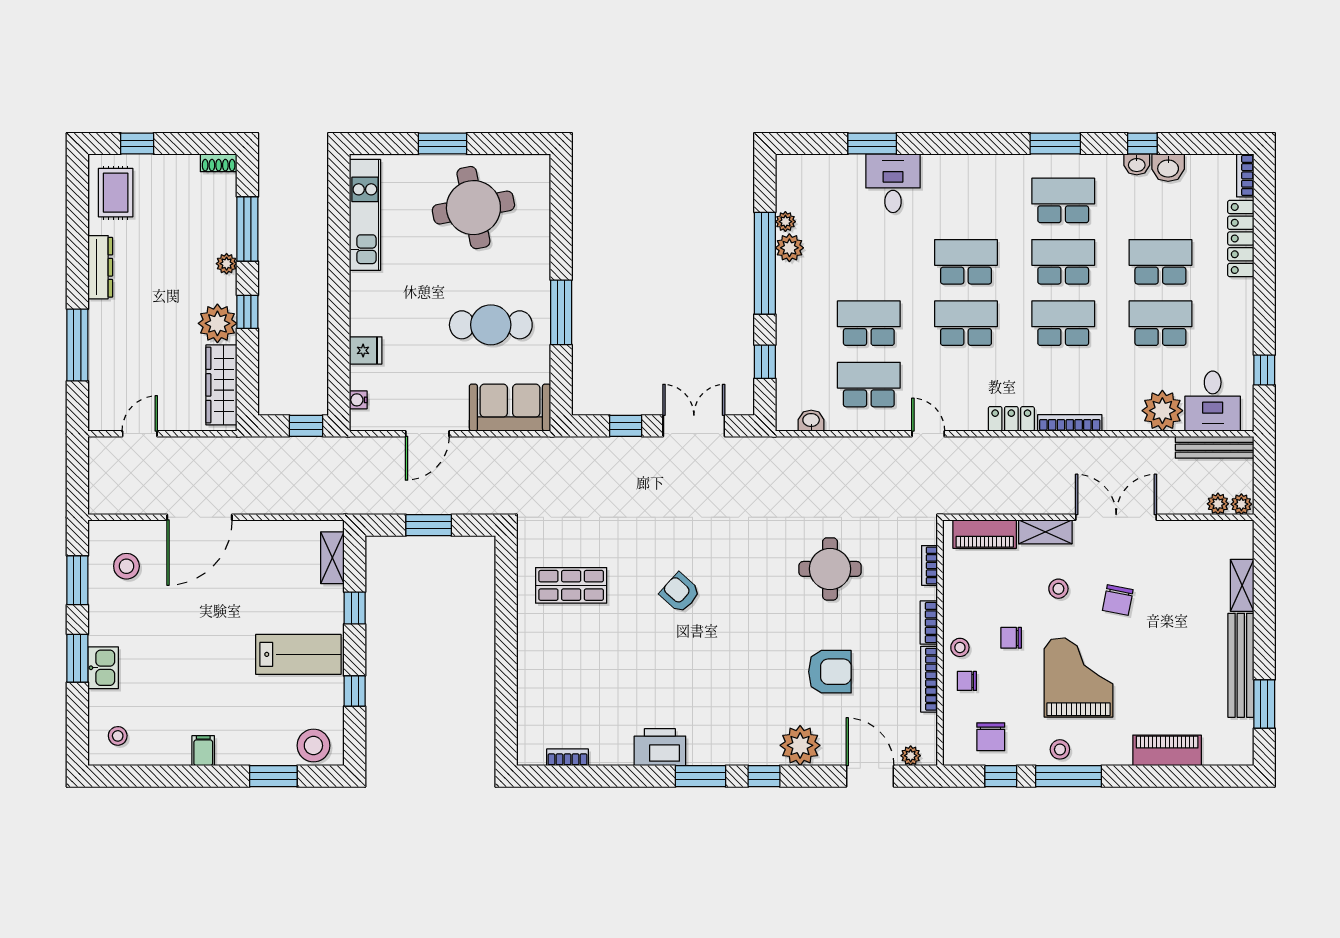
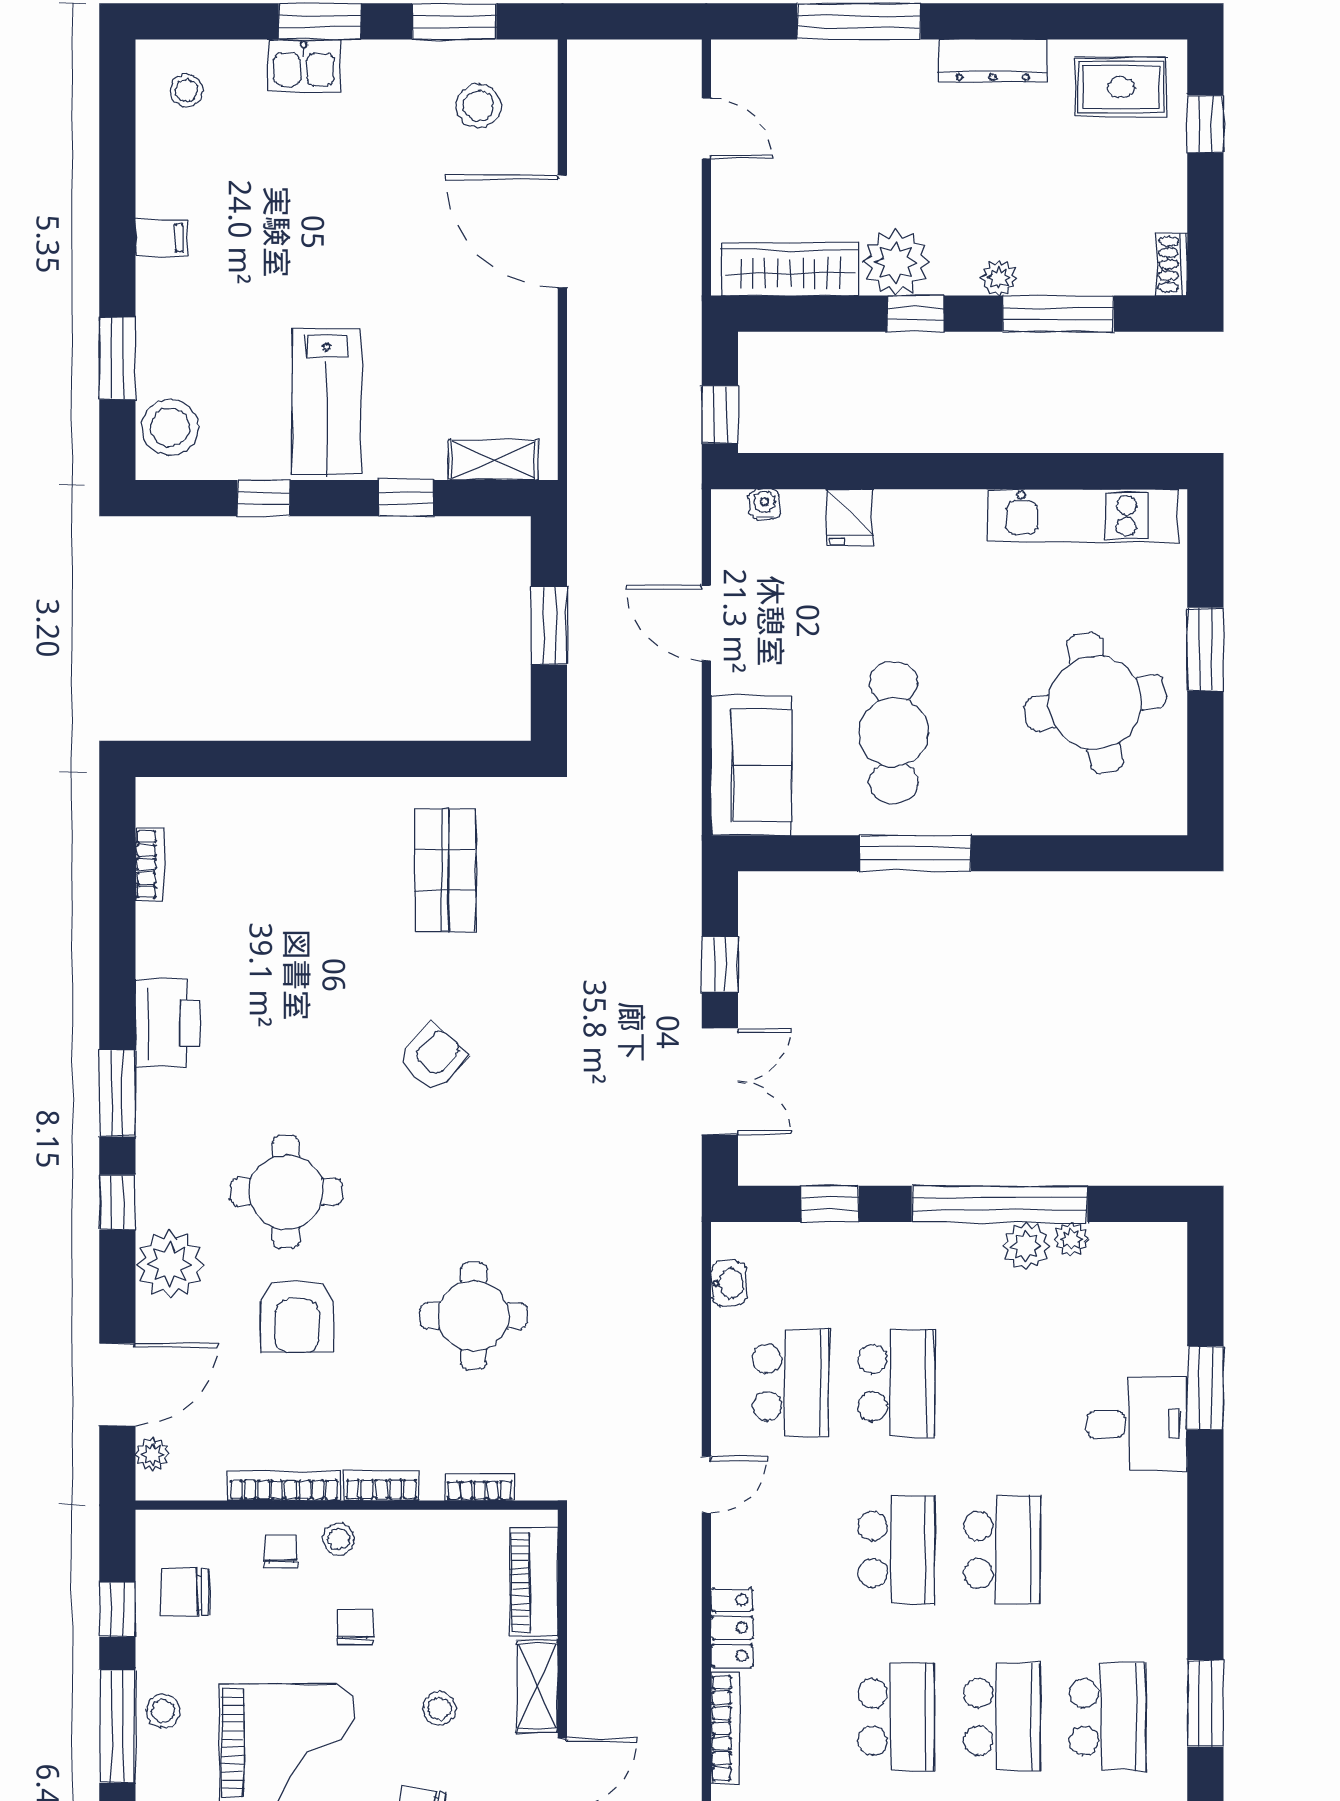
round table: (758, 678) -> (286, 1192), added

